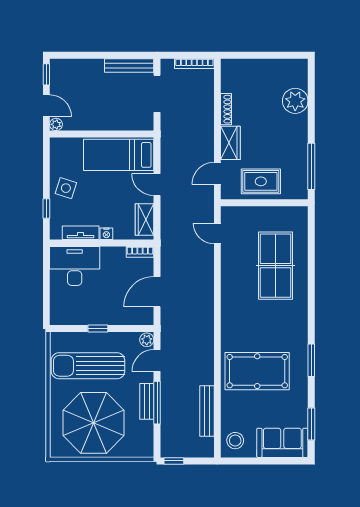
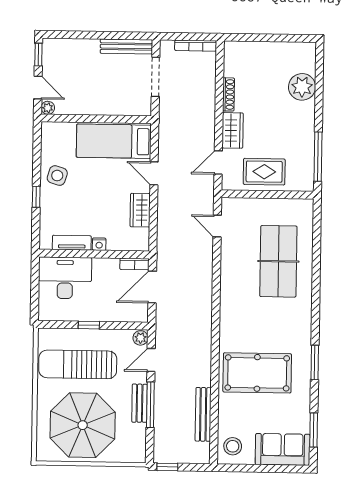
tv unit: (81, 233) -> (72, 243), moved
nightstand: (106, 234) -> (99, 244), moved
wall: (102, 243) -> (94, 254), moved
bookcase: (140, 252) -> (134, 264), moved
desk: (75, 266) -> (65, 278), moved

